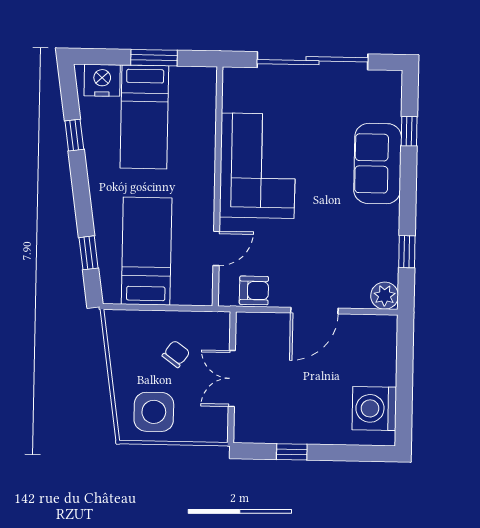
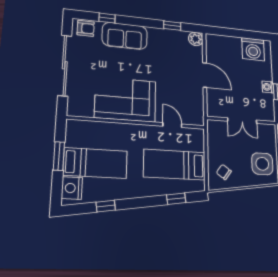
armchair: (254, 290) -> (86, 28), moved, turned 90
chair: (176, 354) -> (224, 172), moved
washing machine: (300, 433) -> (268, 87), added

